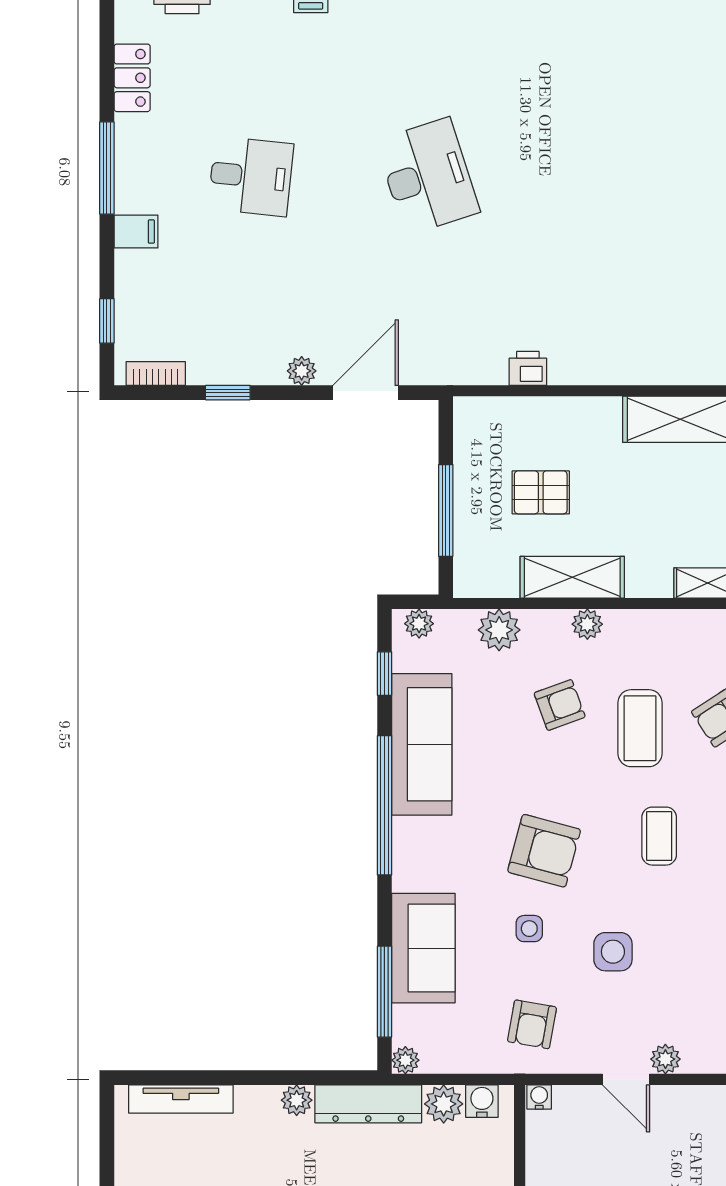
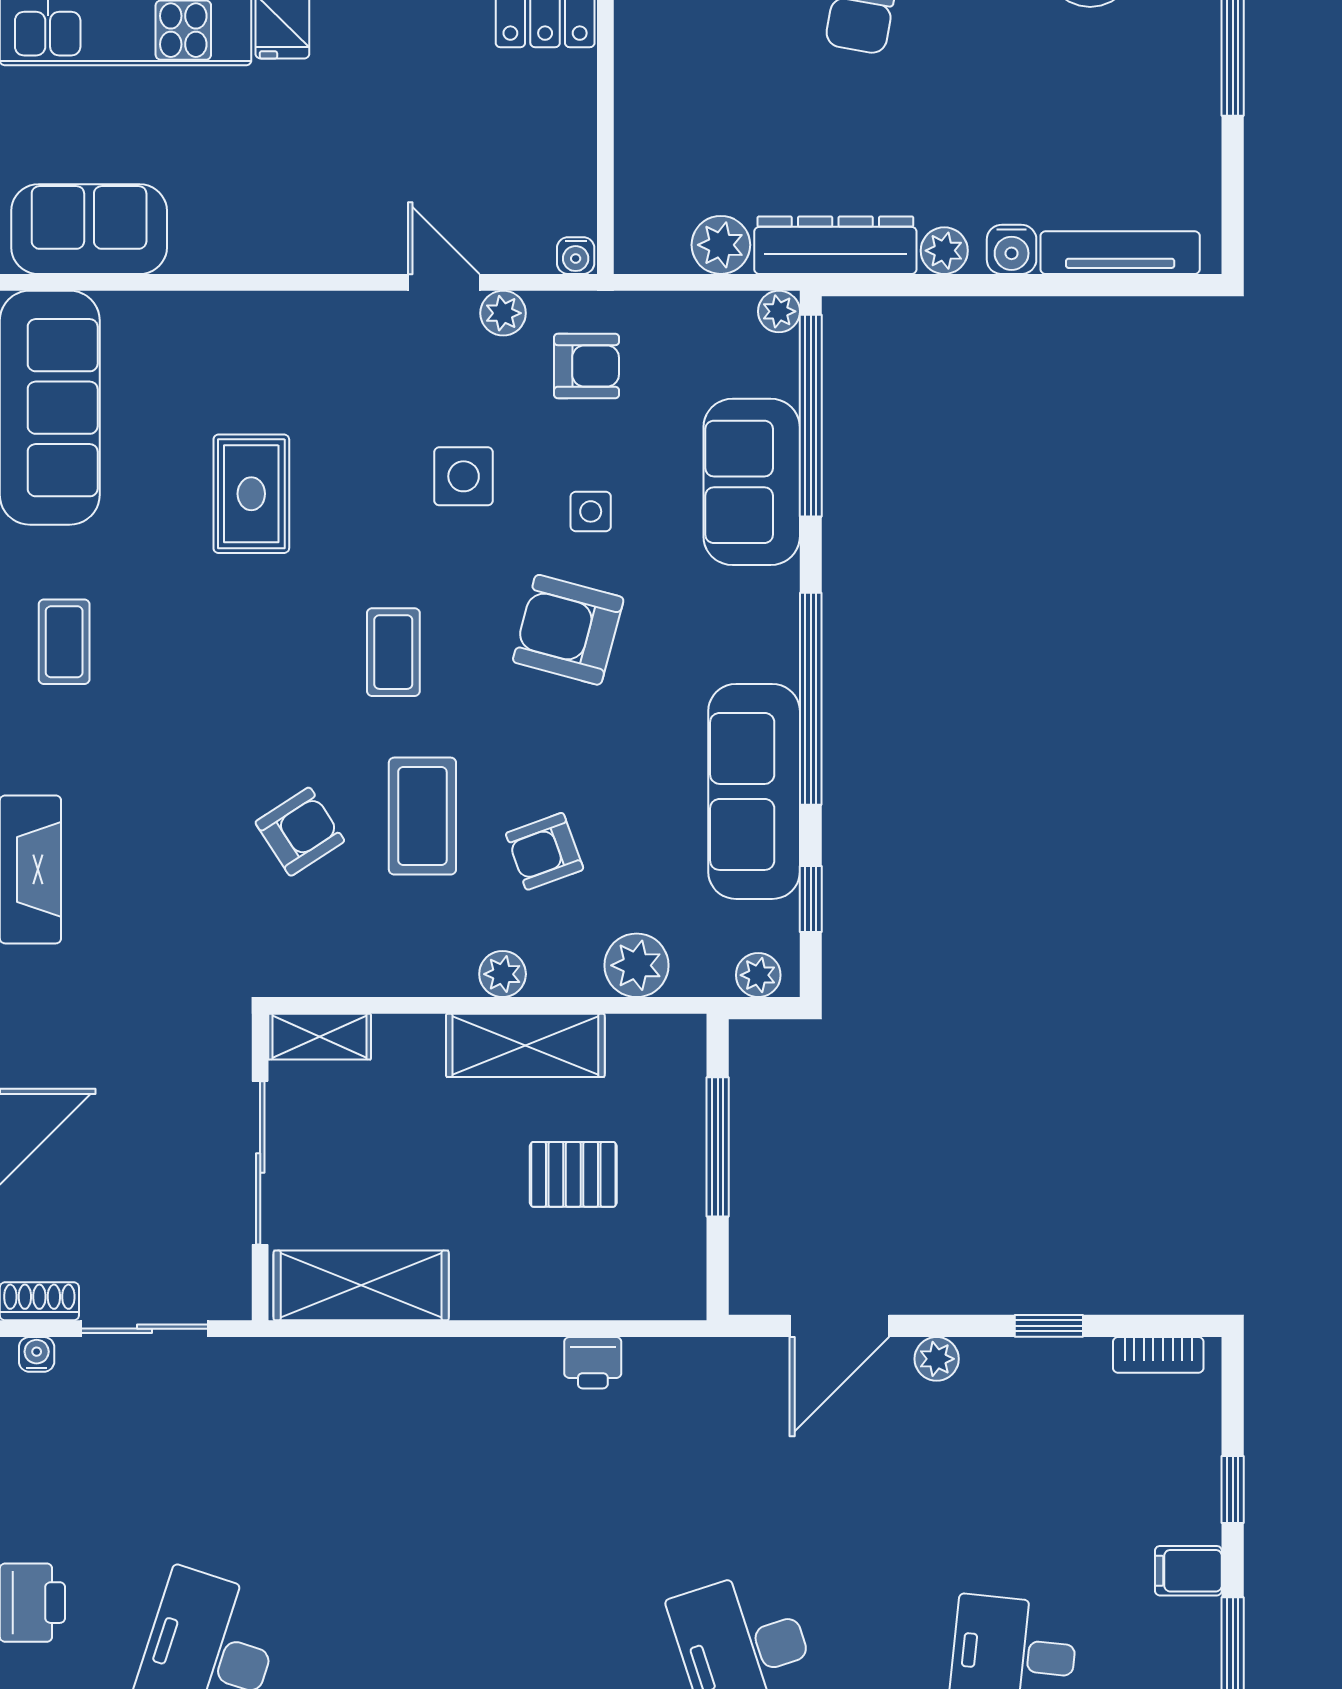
window: (107, 321) -> (1233, 1489), moved
window: (384, 992) -> (811, 416), width x1.46
armchair: (532, 1024) -> (587, 366), turned 80
plant: (665, 1059) -> (503, 313), moved
water cooler: (482, 1101) -> (1012, 249), moved

